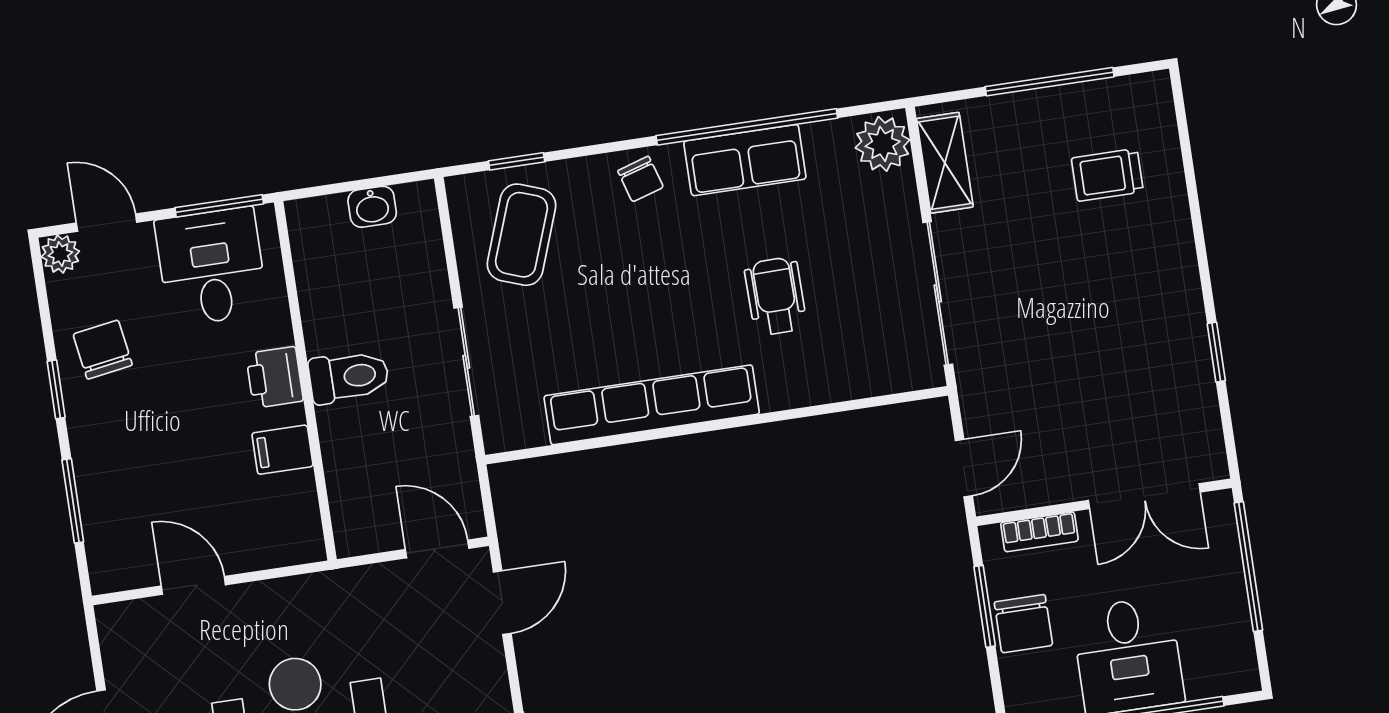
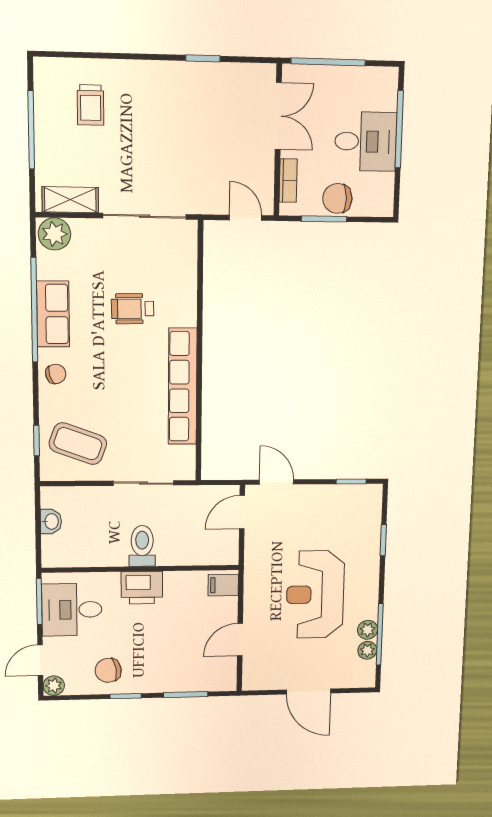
printer: (274, 377) -> (142, 588), width x1.36, depth x1.24
filing cabinet: (282, 450) -> (223, 585), moved, turned 90
chair: (1023, 624) -> (337, 198), turned 180

